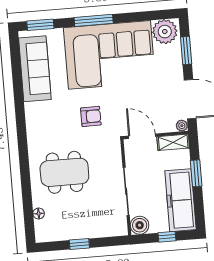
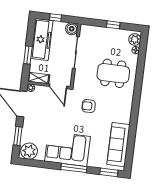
corner sofa: (109, 55) -> (68, 149), width x0.73, depth x0.74
plant: (43, 229) -> (135, 39), added

